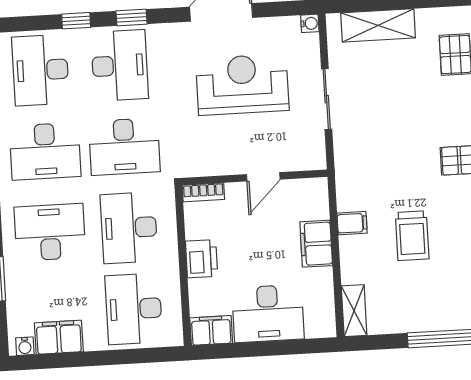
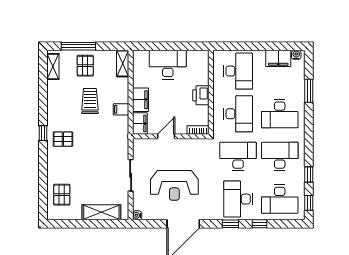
desk: (40, 70) -> (280, 199), turned 90
pallet: (425, 302) -> (85, 66), added
filing cabinet: (211, 330) -> (140, 124), moved, turned -90

